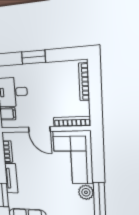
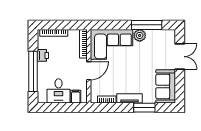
window: (33, 57) -> (33, 71), width x2.11
printer: (54, 69) -> (43, 55), added

